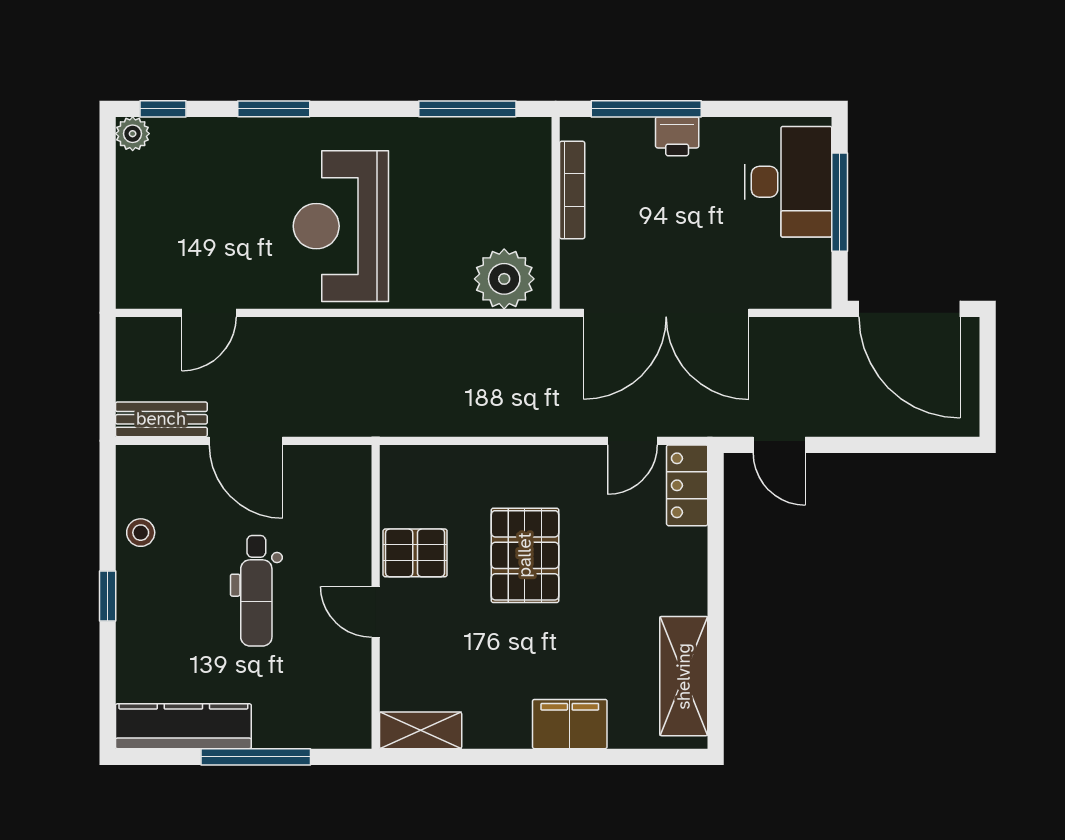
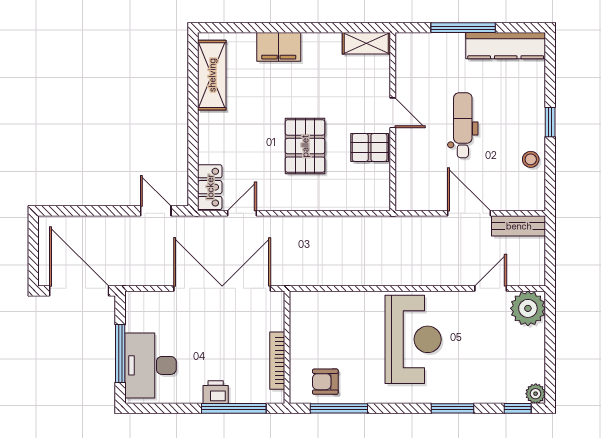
armchair: (490, 154) -> (325, 382), added
plant: (504, 279) -> (528, 308), moved

